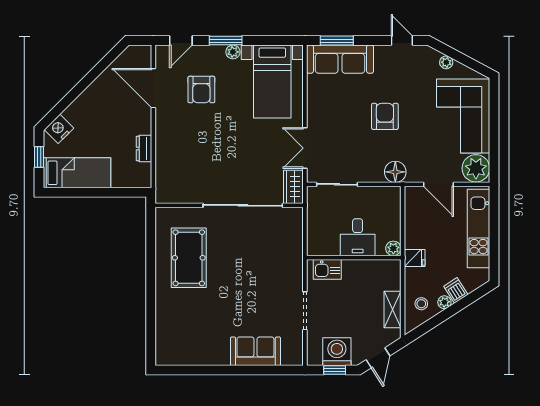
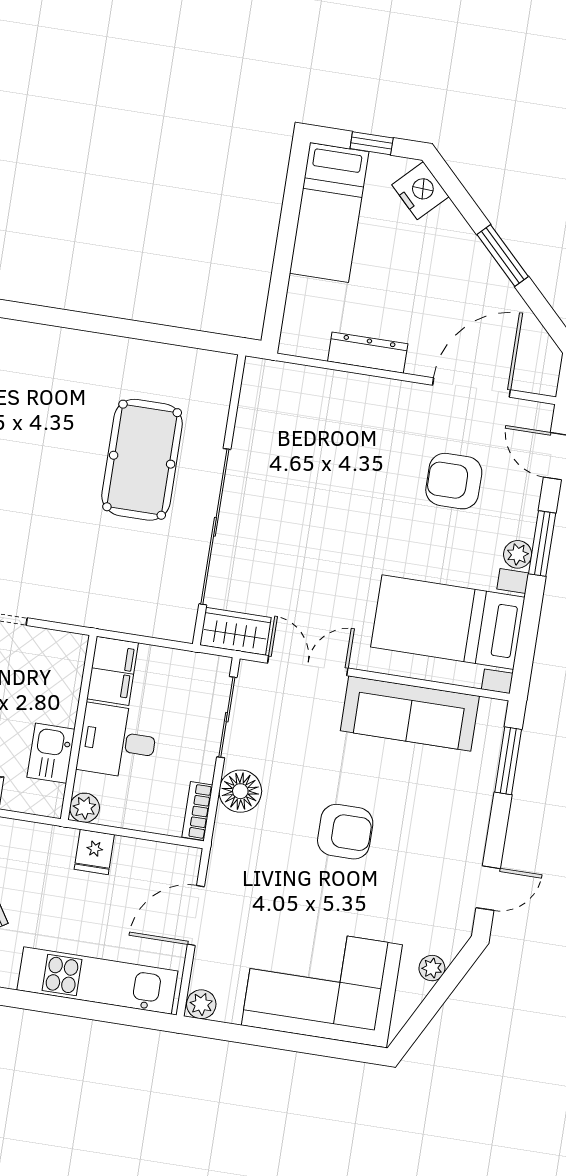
sofa: (340, 59) -> (410, 713), moved, turned -90
window: (85, 83) -> (503, 256), added
dresser: (144, 148) -> (368, 353), width x1.44
plant: (476, 168) -> (201, 1004), width x0.53, depth x0.53
floor lamp: (395, 172) -> (240, 791), moved
bookcase: (386, 192) -> (197, 811), added
filing cabinet: (323, 245) -> (113, 671), added
pool table: (189, 258) -> (142, 460), moved, turned 90
fridge: (415, 258) -> (94, 852), moved
kitchen sink: (327, 269) -> (51, 753), moved

